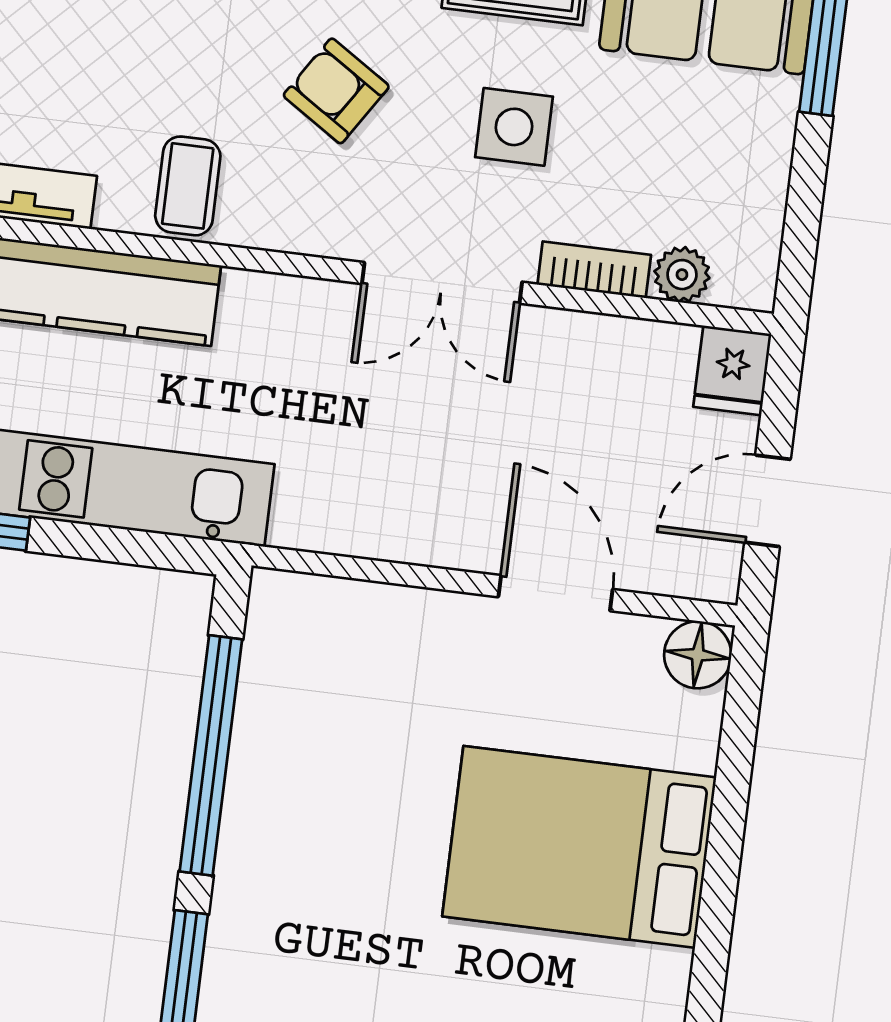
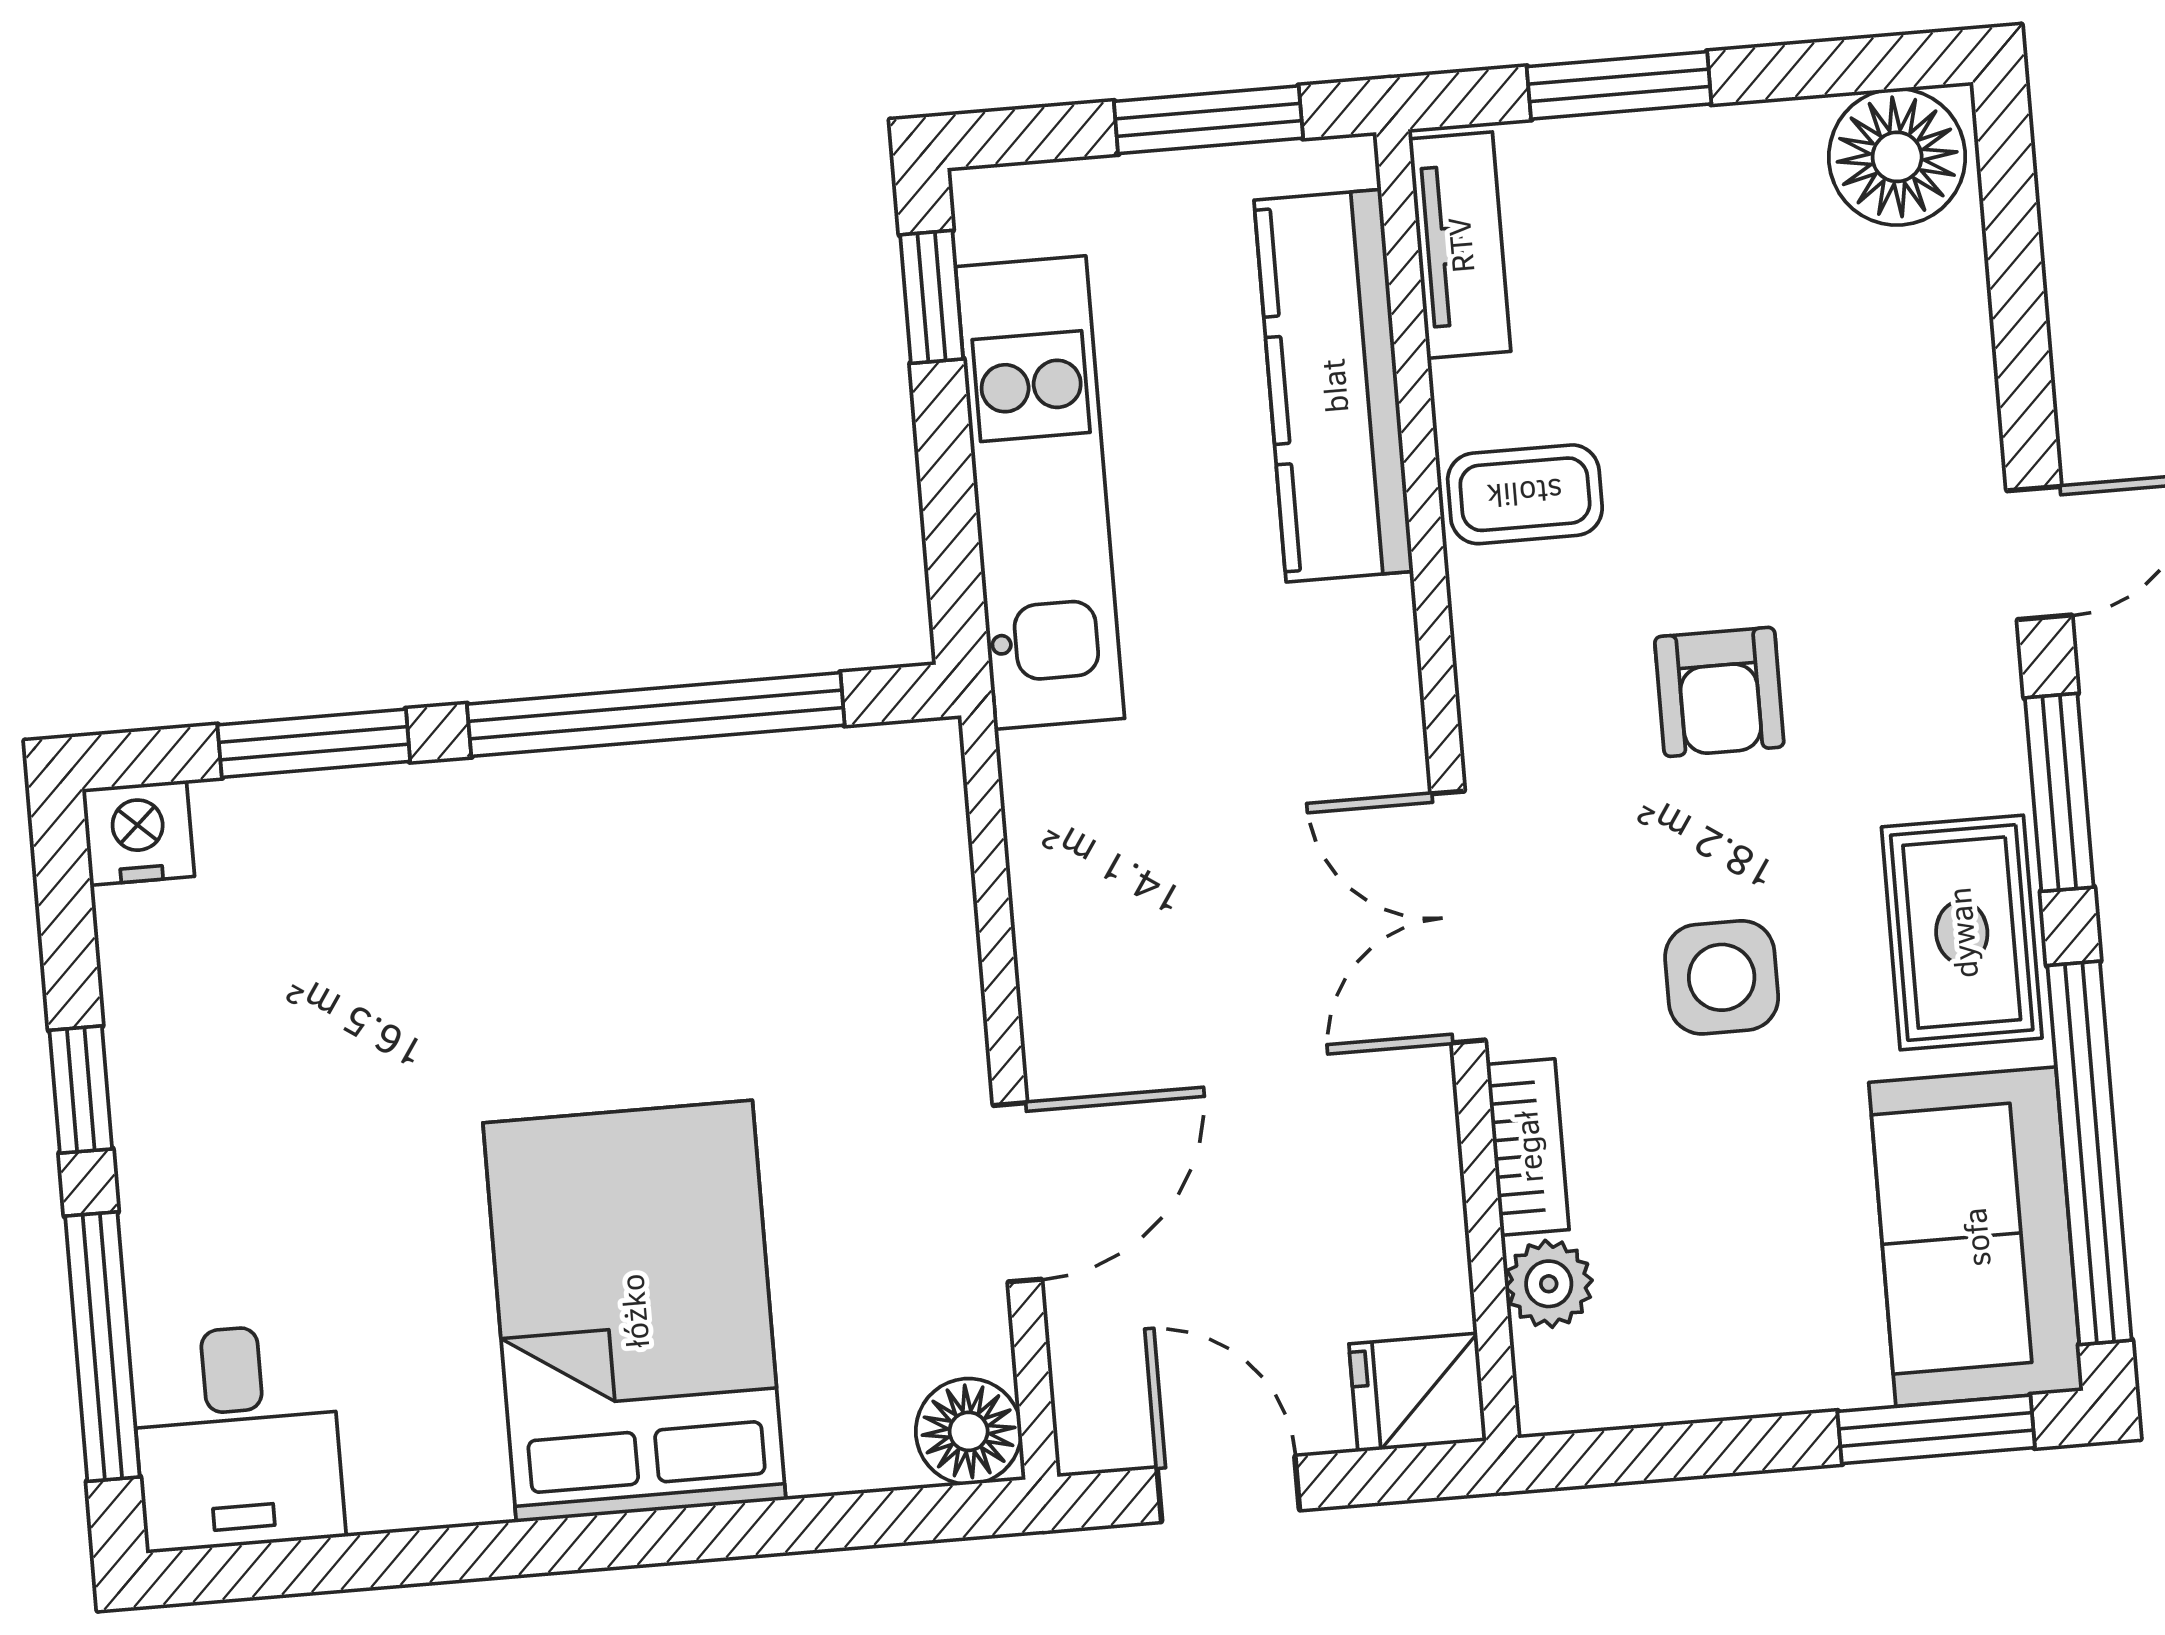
armchair: (336, 91) -> (1719, 692), turned 147

